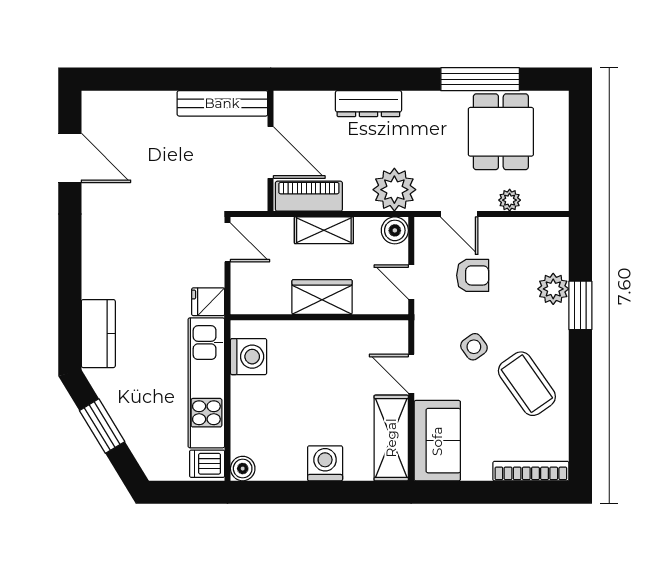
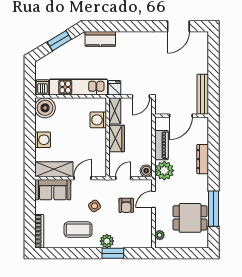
piano: (309, 196) -> (161, 145), moved
plant: (510, 200) -> (160, 235), moved
shelving: (324, 230) -> (115, 111), moved
plant: (553, 289) -> (107, 241), moved
washing machine: (249, 357) -> (98, 120), moved, turned 90
coffee table: (527, 384) -> (78, 229), turned 35
boiler: (243, 469) -> (45, 108), width x1.86, depth x1.86

